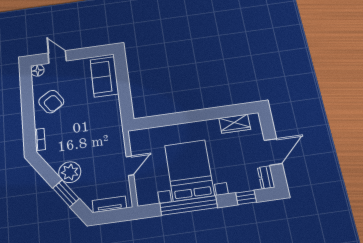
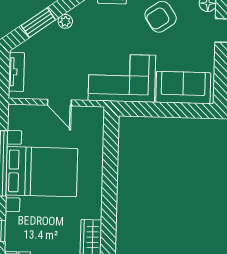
corner sofa: (103, 122) -> (122, 78), added
plant: (70, 172) -> (65, 21), width x0.53, depth x0.53

